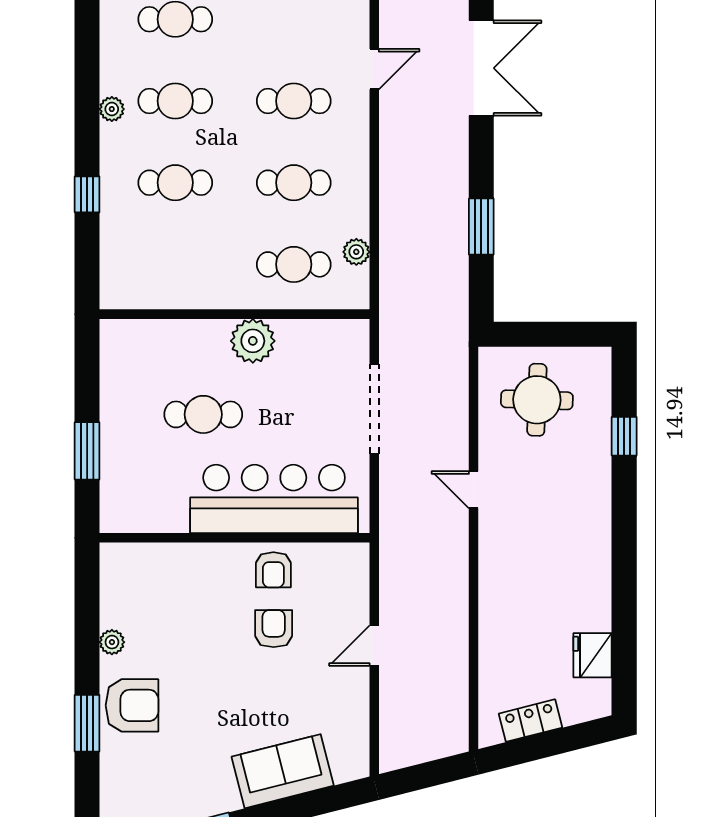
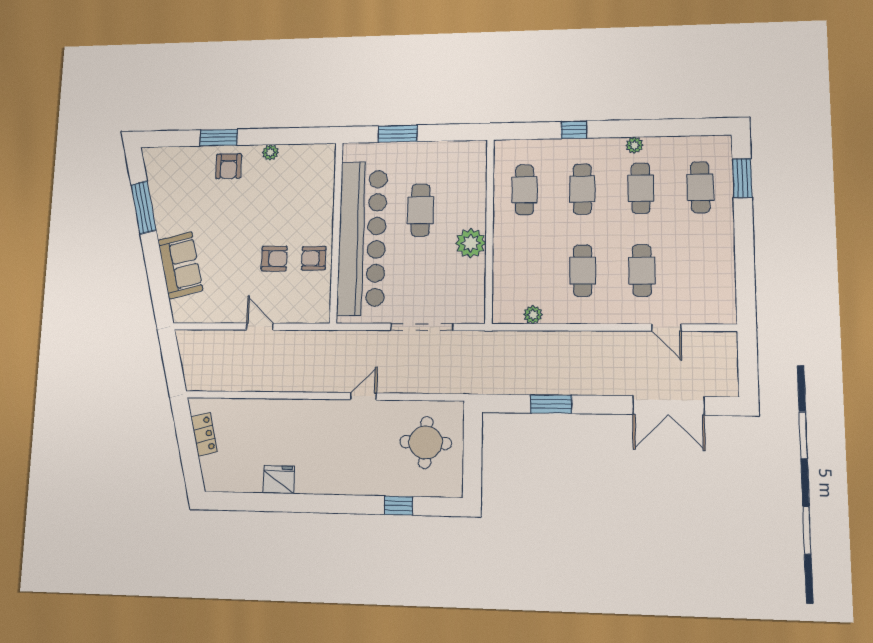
cafe table: (294, 264) -> (525, 190), moved
bar counter: (274, 499) -> (362, 238), width x1.36
fridge: (593, 655) -> (279, 480), moved
armchair: (132, 705) -> (229, 166), width x0.72, depth x0.72

